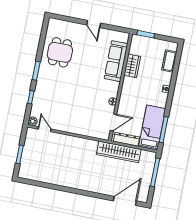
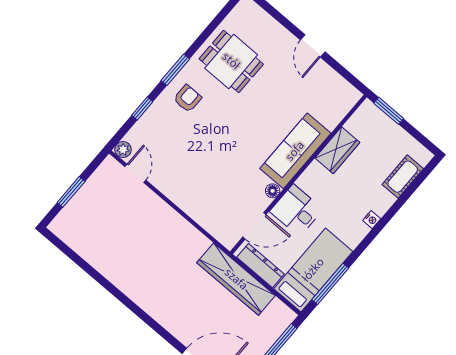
dining table: (60, 52) -> (231, 61), turned 90
sofa: (116, 61) -> (295, 151), moved
armchair: (49, 81) -> (187, 98), added
desk: (129, 104) -> (296, 210), added

